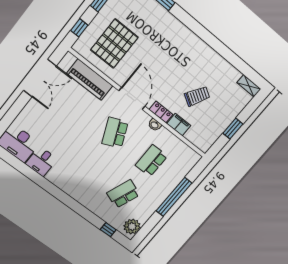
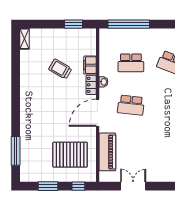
double door: (40, 78) -> (133, 186), width x0.73
window: (233, 129) -> (74, 24), moved
school desk: (115, 133) -> (131, 105), turned 30
window: (174, 197) -> (129, 24), moved

